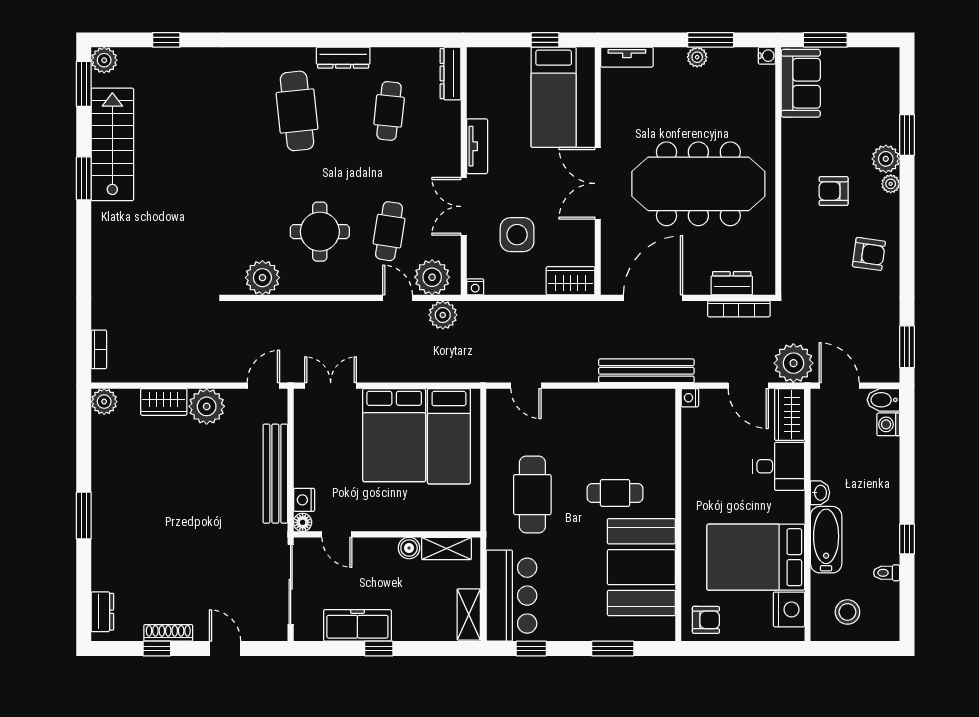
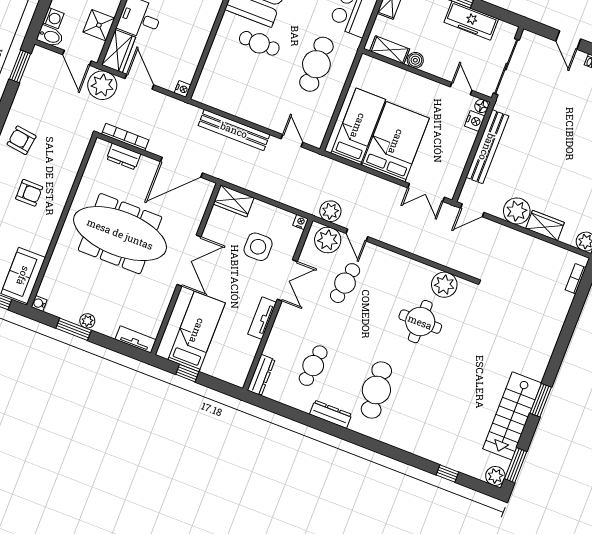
round table: (320, 232) -> (420, 322), moved
bench: (646, 371) -> (234, 130), moved
shower: (827, 438) -> (99, 25), added

